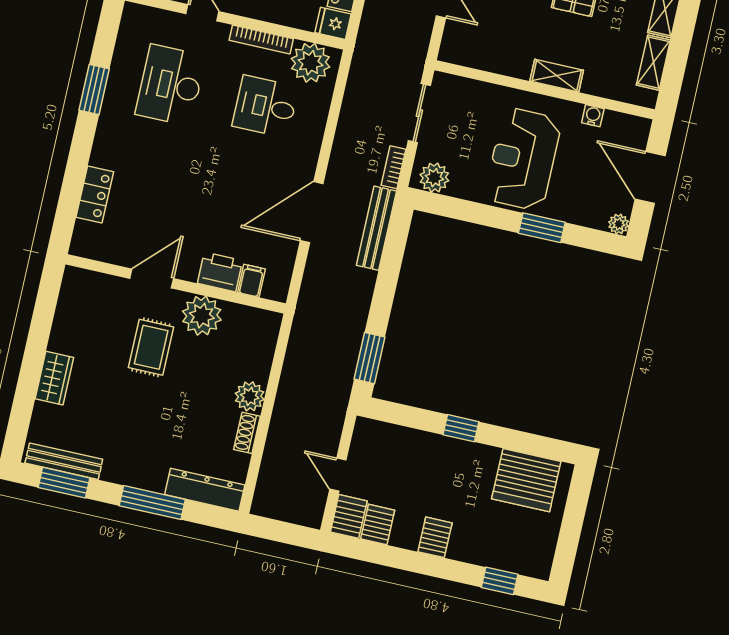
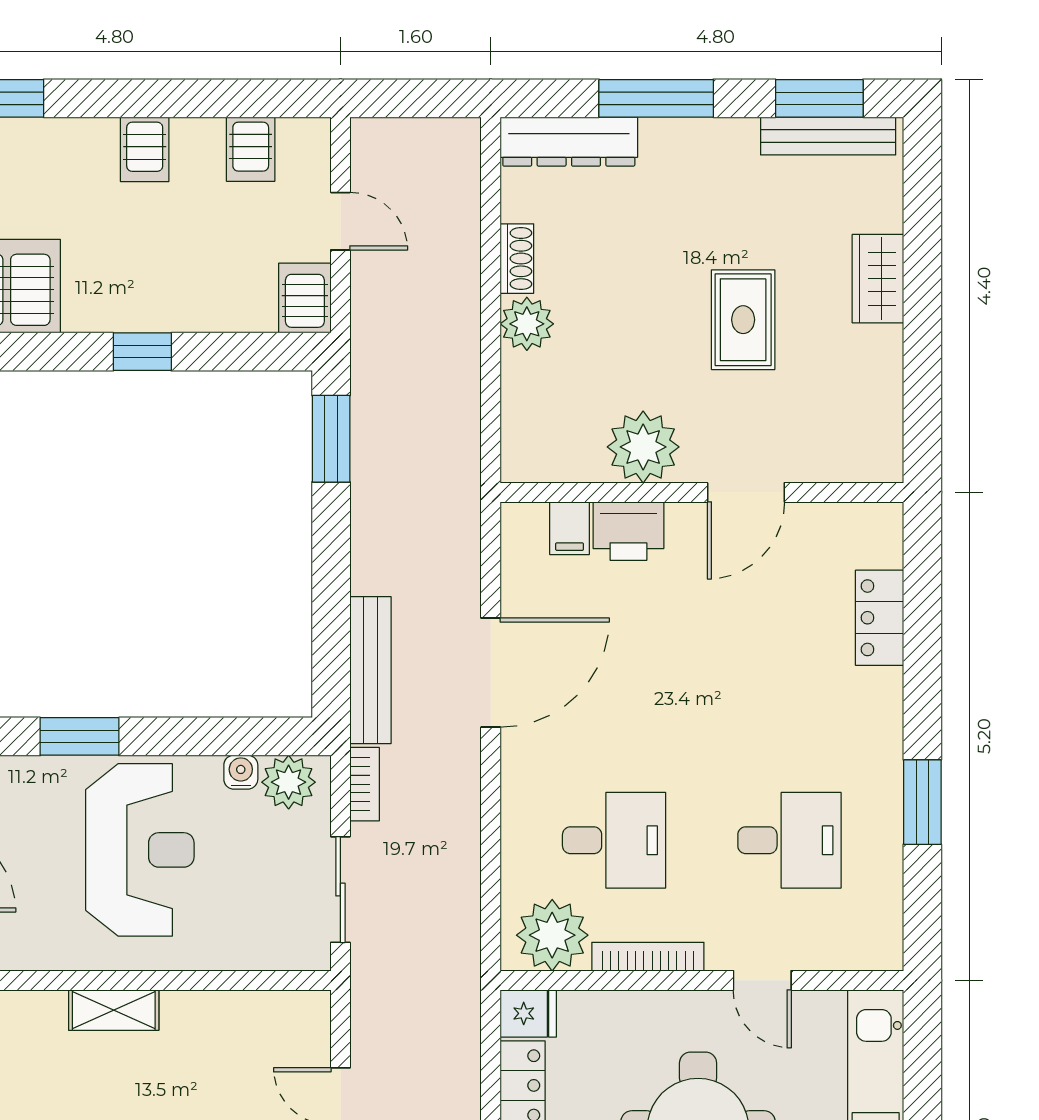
desk: (171, 85) -> (789, 840), width x0.73
water cooler: (593, 116) -> (241, 772), moved, turned 180
rug: (151, 347) -> (743, 320), moved
server rack: (349, 516) -> (305, 298), moved, turned 180

